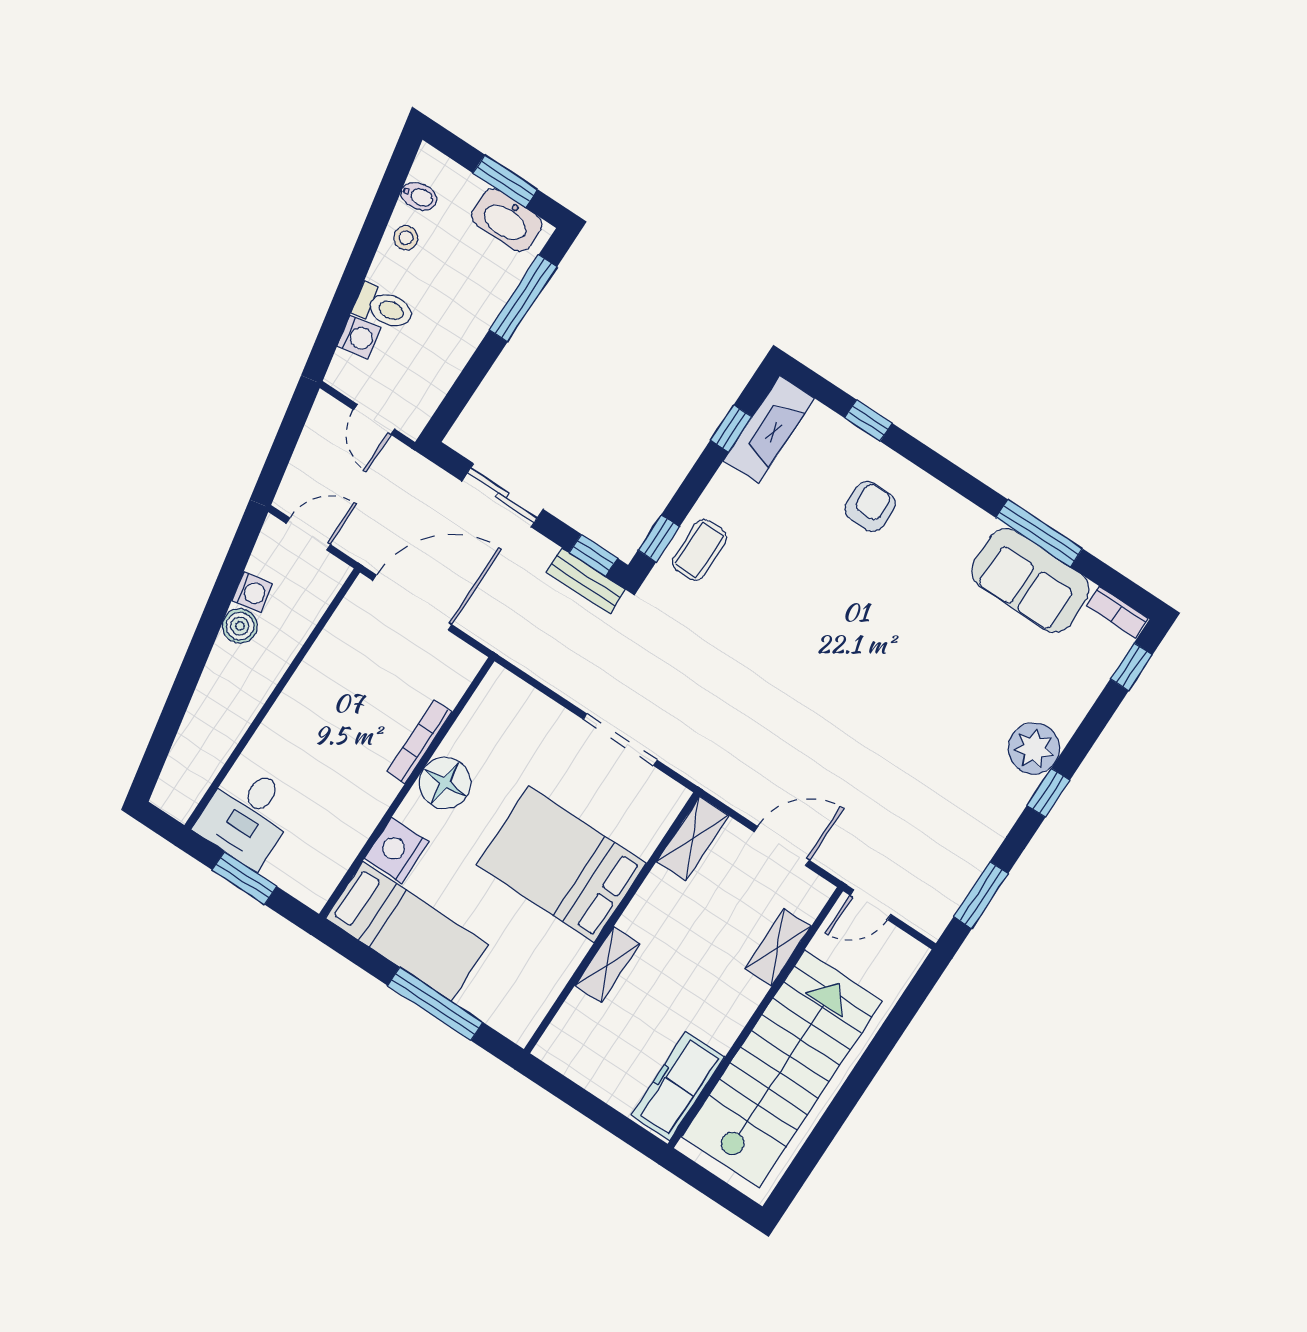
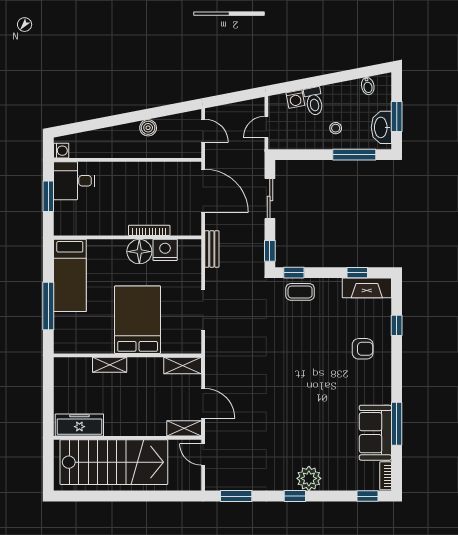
stool: (406, 238) -> (336, 128), moved
bench: (586, 581) -> (212, 249), moved
washing machine: (252, 592) -> (61, 151), moved, turned -79
nightstand: (397, 850) -> (165, 250), moved
shelving: (778, 947) -> (184, 428), moved

